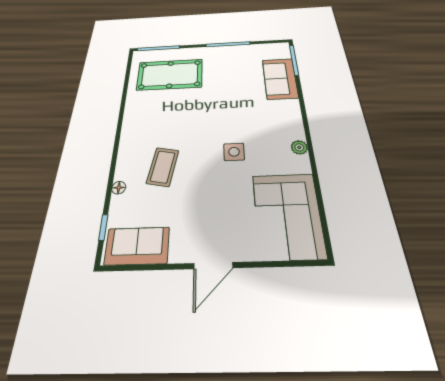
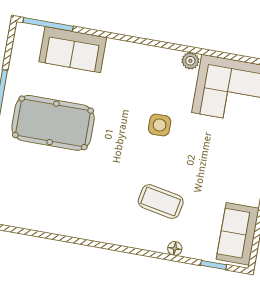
pool table: (170, 75) -> (53, 123), moved, turned 90
plant: (299, 147) -> (190, 61), moved

